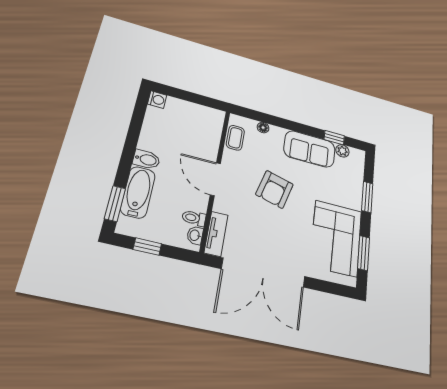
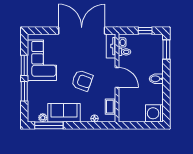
washing machine: (157, 100) -> (154, 113), width x1.89, depth x1.89
window: (334, 138) -> (49, 125), width x2.17
armchair: (275, 189) -> (82, 81), turned 95
bathtub: (138, 192) -> (156, 59), removed
window: (364, 253) -> (24, 65), moved

